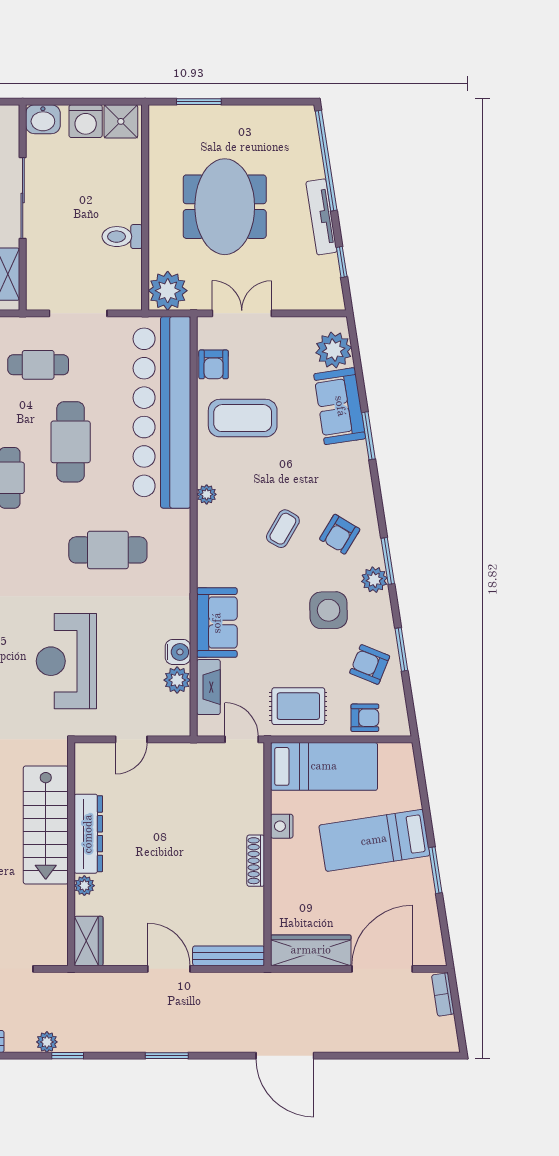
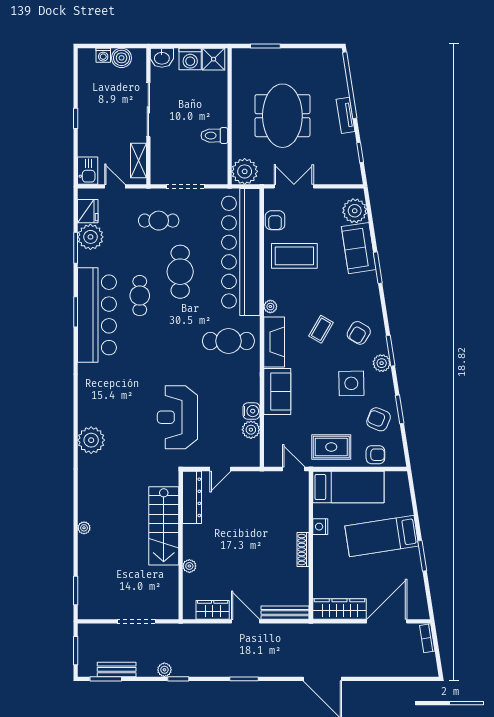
tv unit: (321, 217) -> (346, 115), width x0.71
cafe table: (108, 550) -> (228, 341), moved
fireplace: (208, 687) -> (274, 342), moved, width x1.37, depth x1.32
dresser: (88, 834) -> (192, 497), moved
wardrobe: (89, 941) -> (213, 610), moved, turned -90

